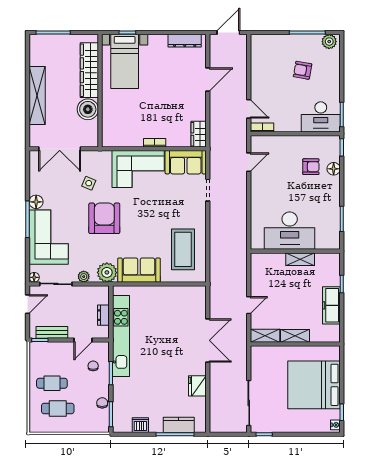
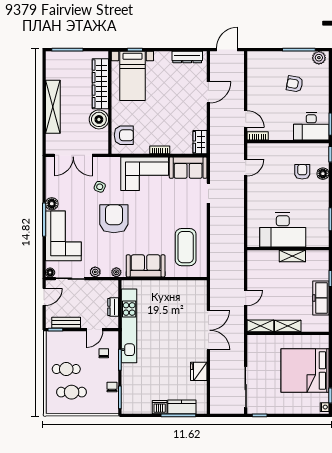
armchair: (115, 127) -> (124, 135), added
armchair: (311, 167) -> (302, 172), turned -90
plant: (107, 272) -> (116, 272), width x0.53, depth x0.53
dishwasher: (140, 425) -> (160, 407), moved

